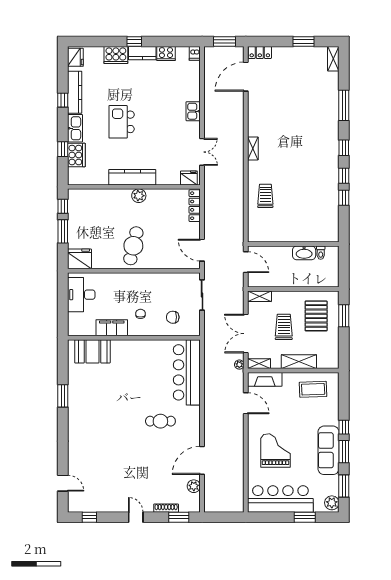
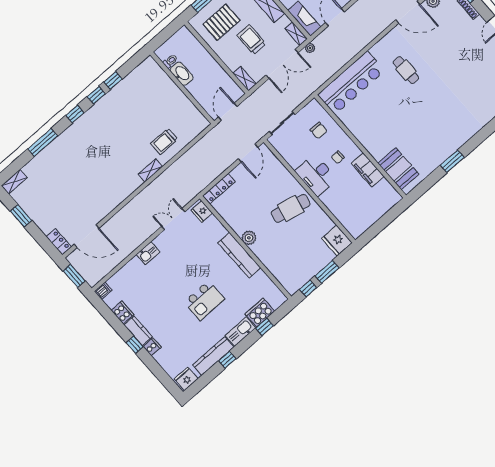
cooker: (116, 55) -> (152, 347), width x0.53, depth x0.76
shelving: (253, 148) -> (150, 170), moved
desk: (81, 295) -> (316, 175), moved, turned 90
trolley: (284, 327) -> (251, 40), turned 90

